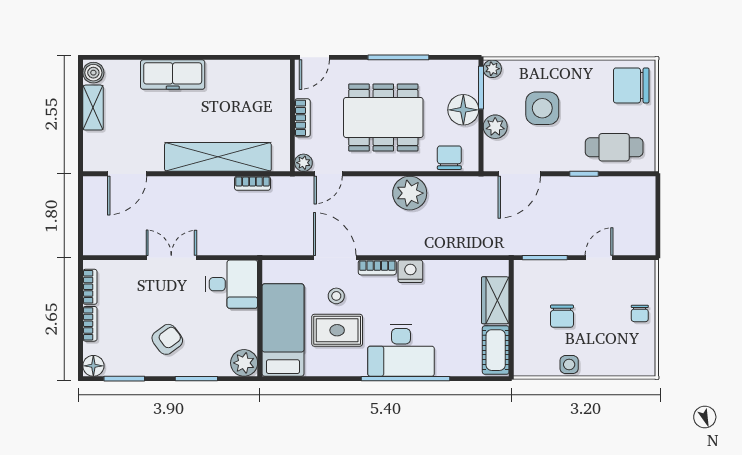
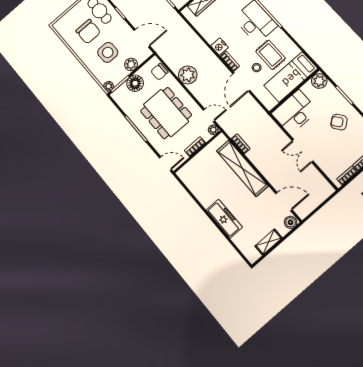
boiler: (93, 73) -> (291, 222), moved
chair: (631, 85) -> (88, 32), moved
desk: (231, 284) -> (295, 112), width x1.37

